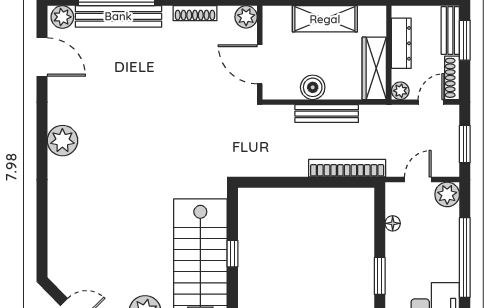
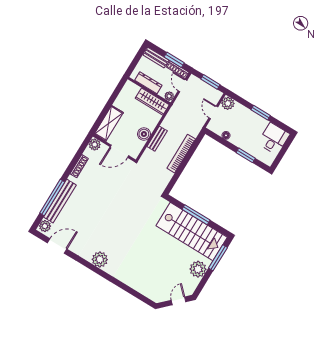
shelving: (325, 19) -> (109, 123), moved
window: (465, 40) -> (174, 60), moved
bench: (327, 114) -> (157, 139), width x0.73
bookcase: (347, 168) -> (181, 154), moved
window: (233, 254) -> (196, 215), width x2.17
window: (465, 257) -> (261, 113), width x0.47

